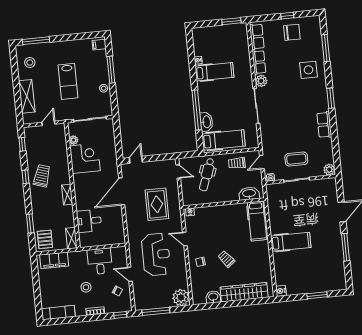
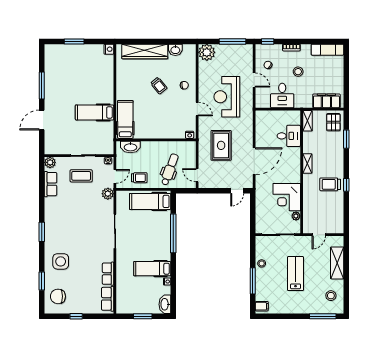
window: (231, 21) -> (143, 316), moved
chair: (292, 32) -> (58, 296), moved
window: (326, 48) -> (42, 281), width x0.69
plant: (261, 81) -> (108, 194), moved
washbasin: (206, 122) -> (165, 304), moved
row of seats: (324, 125) -> (51, 184), moved
window: (22, 144) -> (346, 217), removed
trolley: (42, 176) -> (330, 184), turned 72
hospital bed: (291, 242) -> (95, 112), moved

